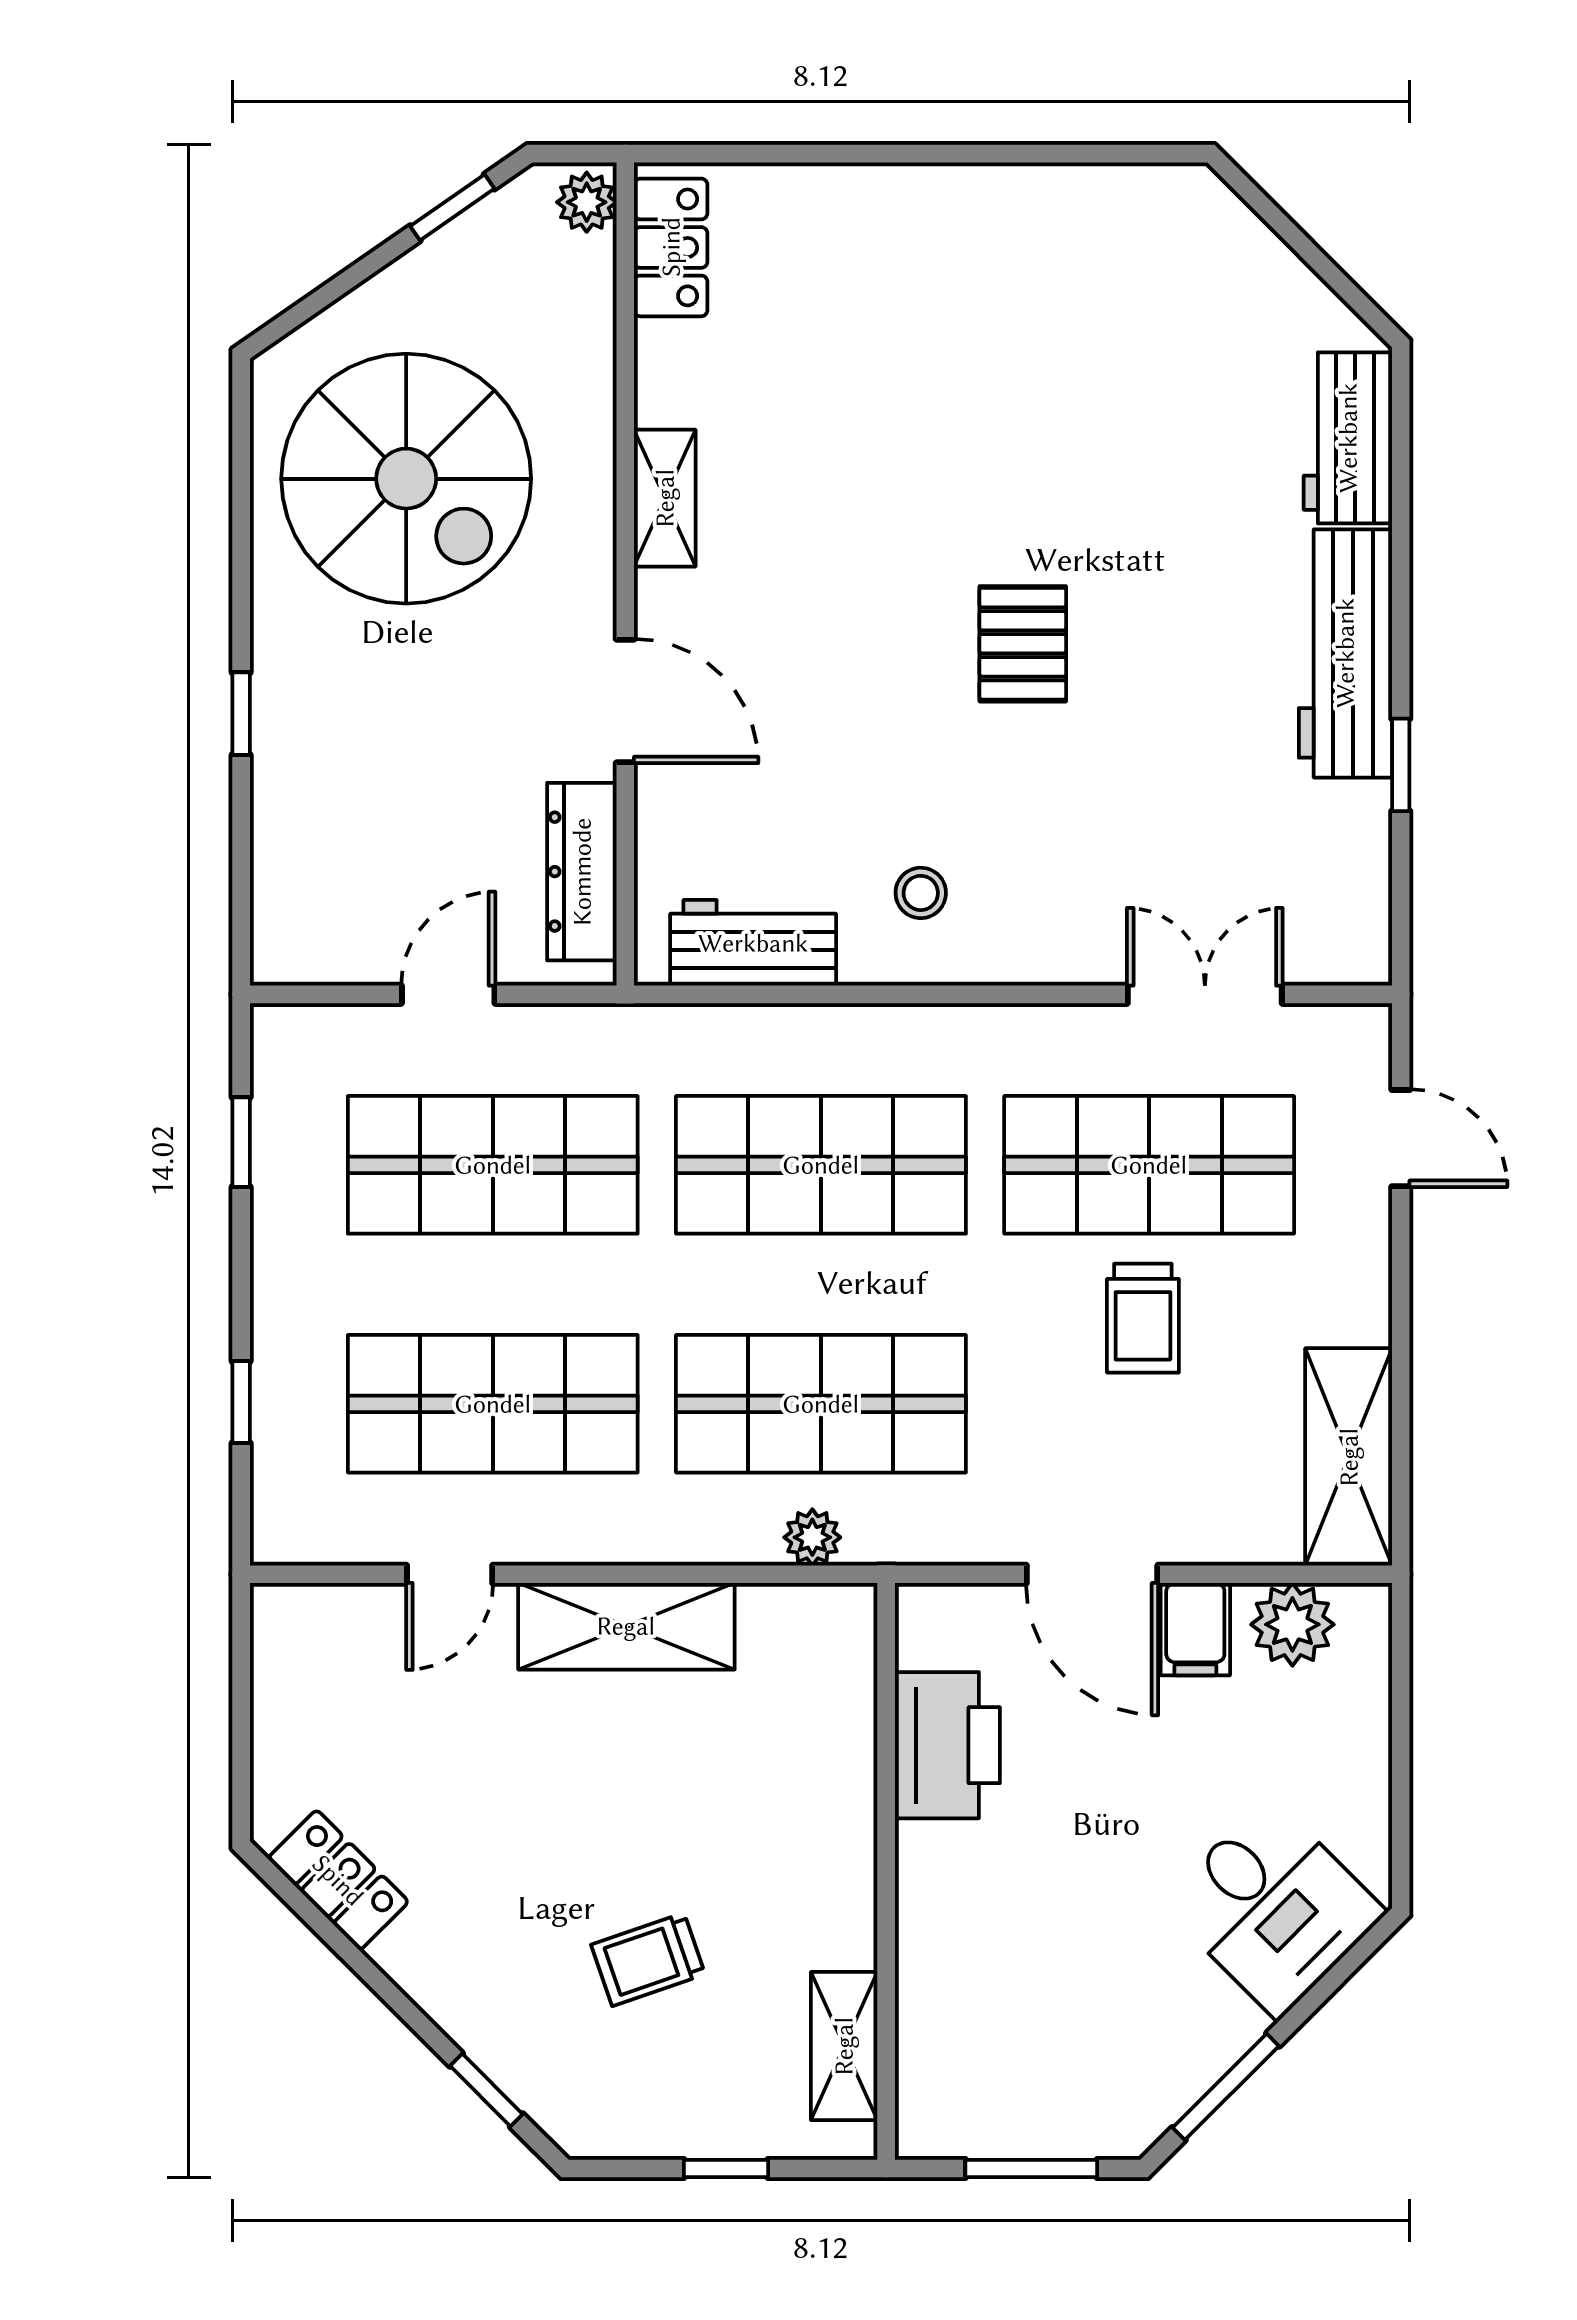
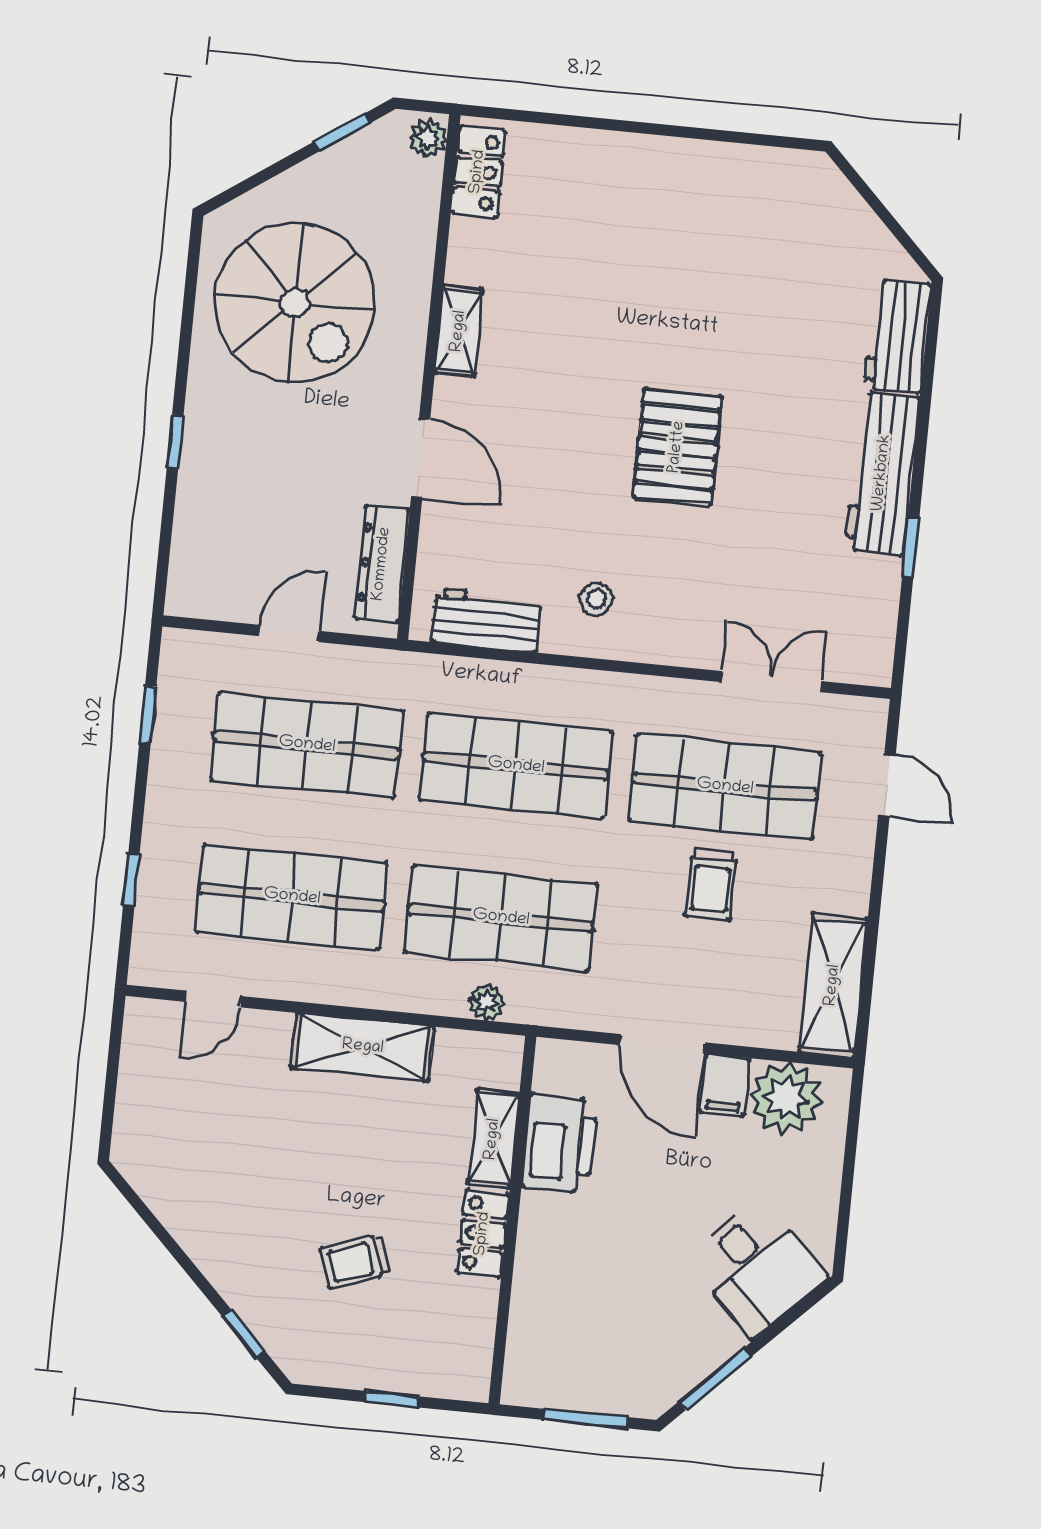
pallet: (1023, 644) -> (677, 447), width x1.50, depth x1.42
door: (450, 1574) -> (213, 999), moved
plant: (1292, 1624) -> (786, 1098), width x1.36, depth x1.36
locker: (338, 1880) -> (483, 1234), moved, turned -135
shelving: (844, 2046) -> (493, 1139), moved

